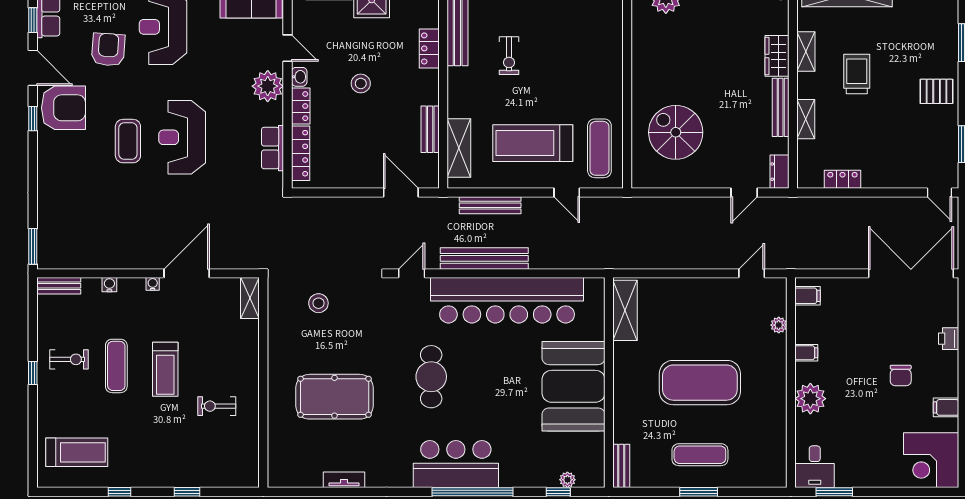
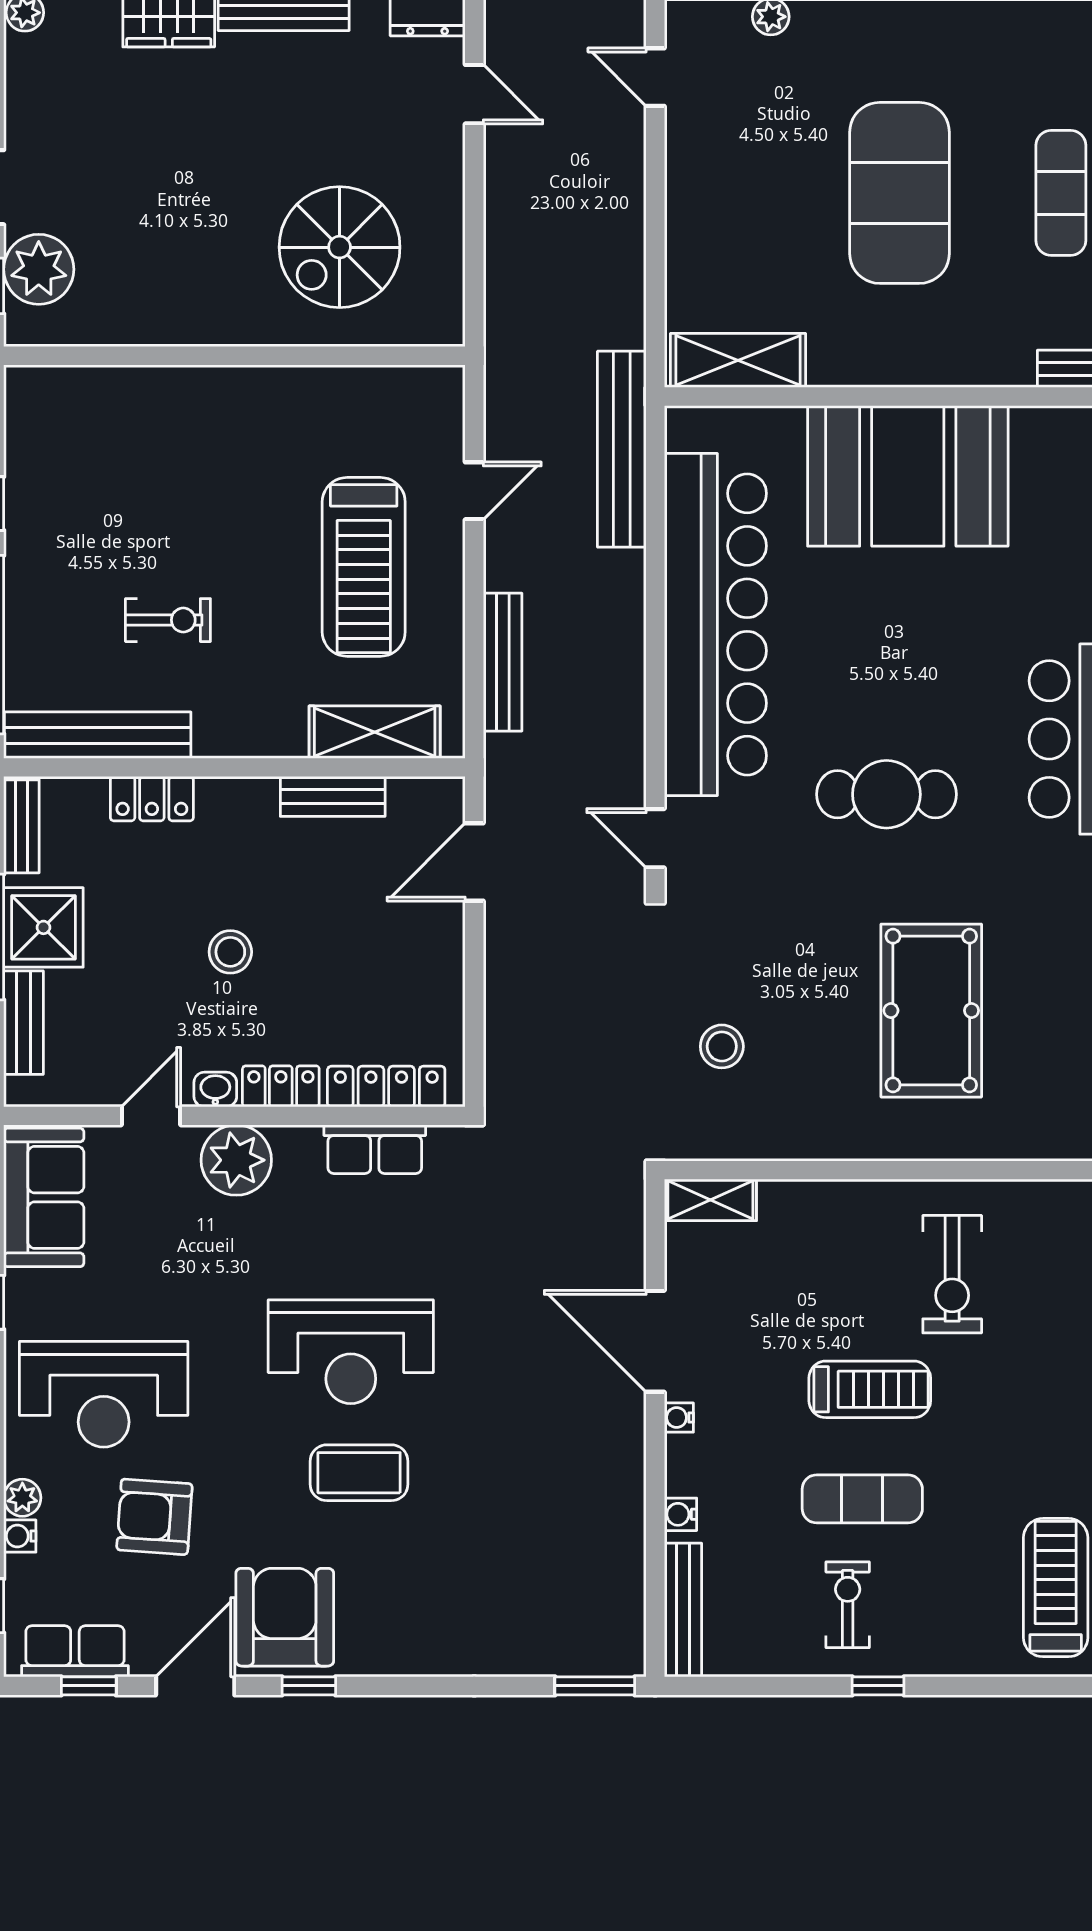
exercise mat: (599, 148) -> (375, 418), removed
bench: (484, 258) -> (622, 449), moved
bench: (59, 286) -> (683, 1610), width x1.36
exercise bike: (217, 406) -> (952, 1274), width x1.38, depth x1.39

